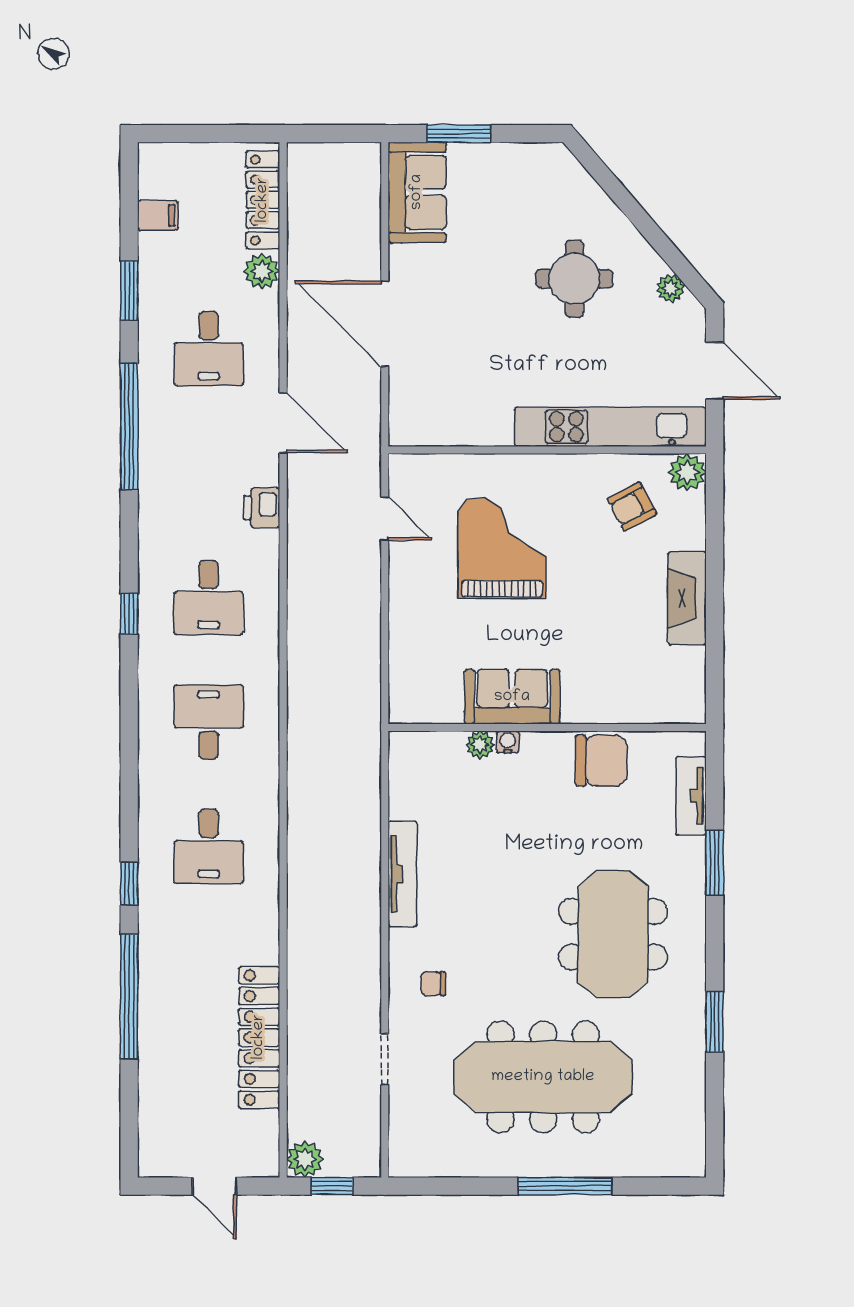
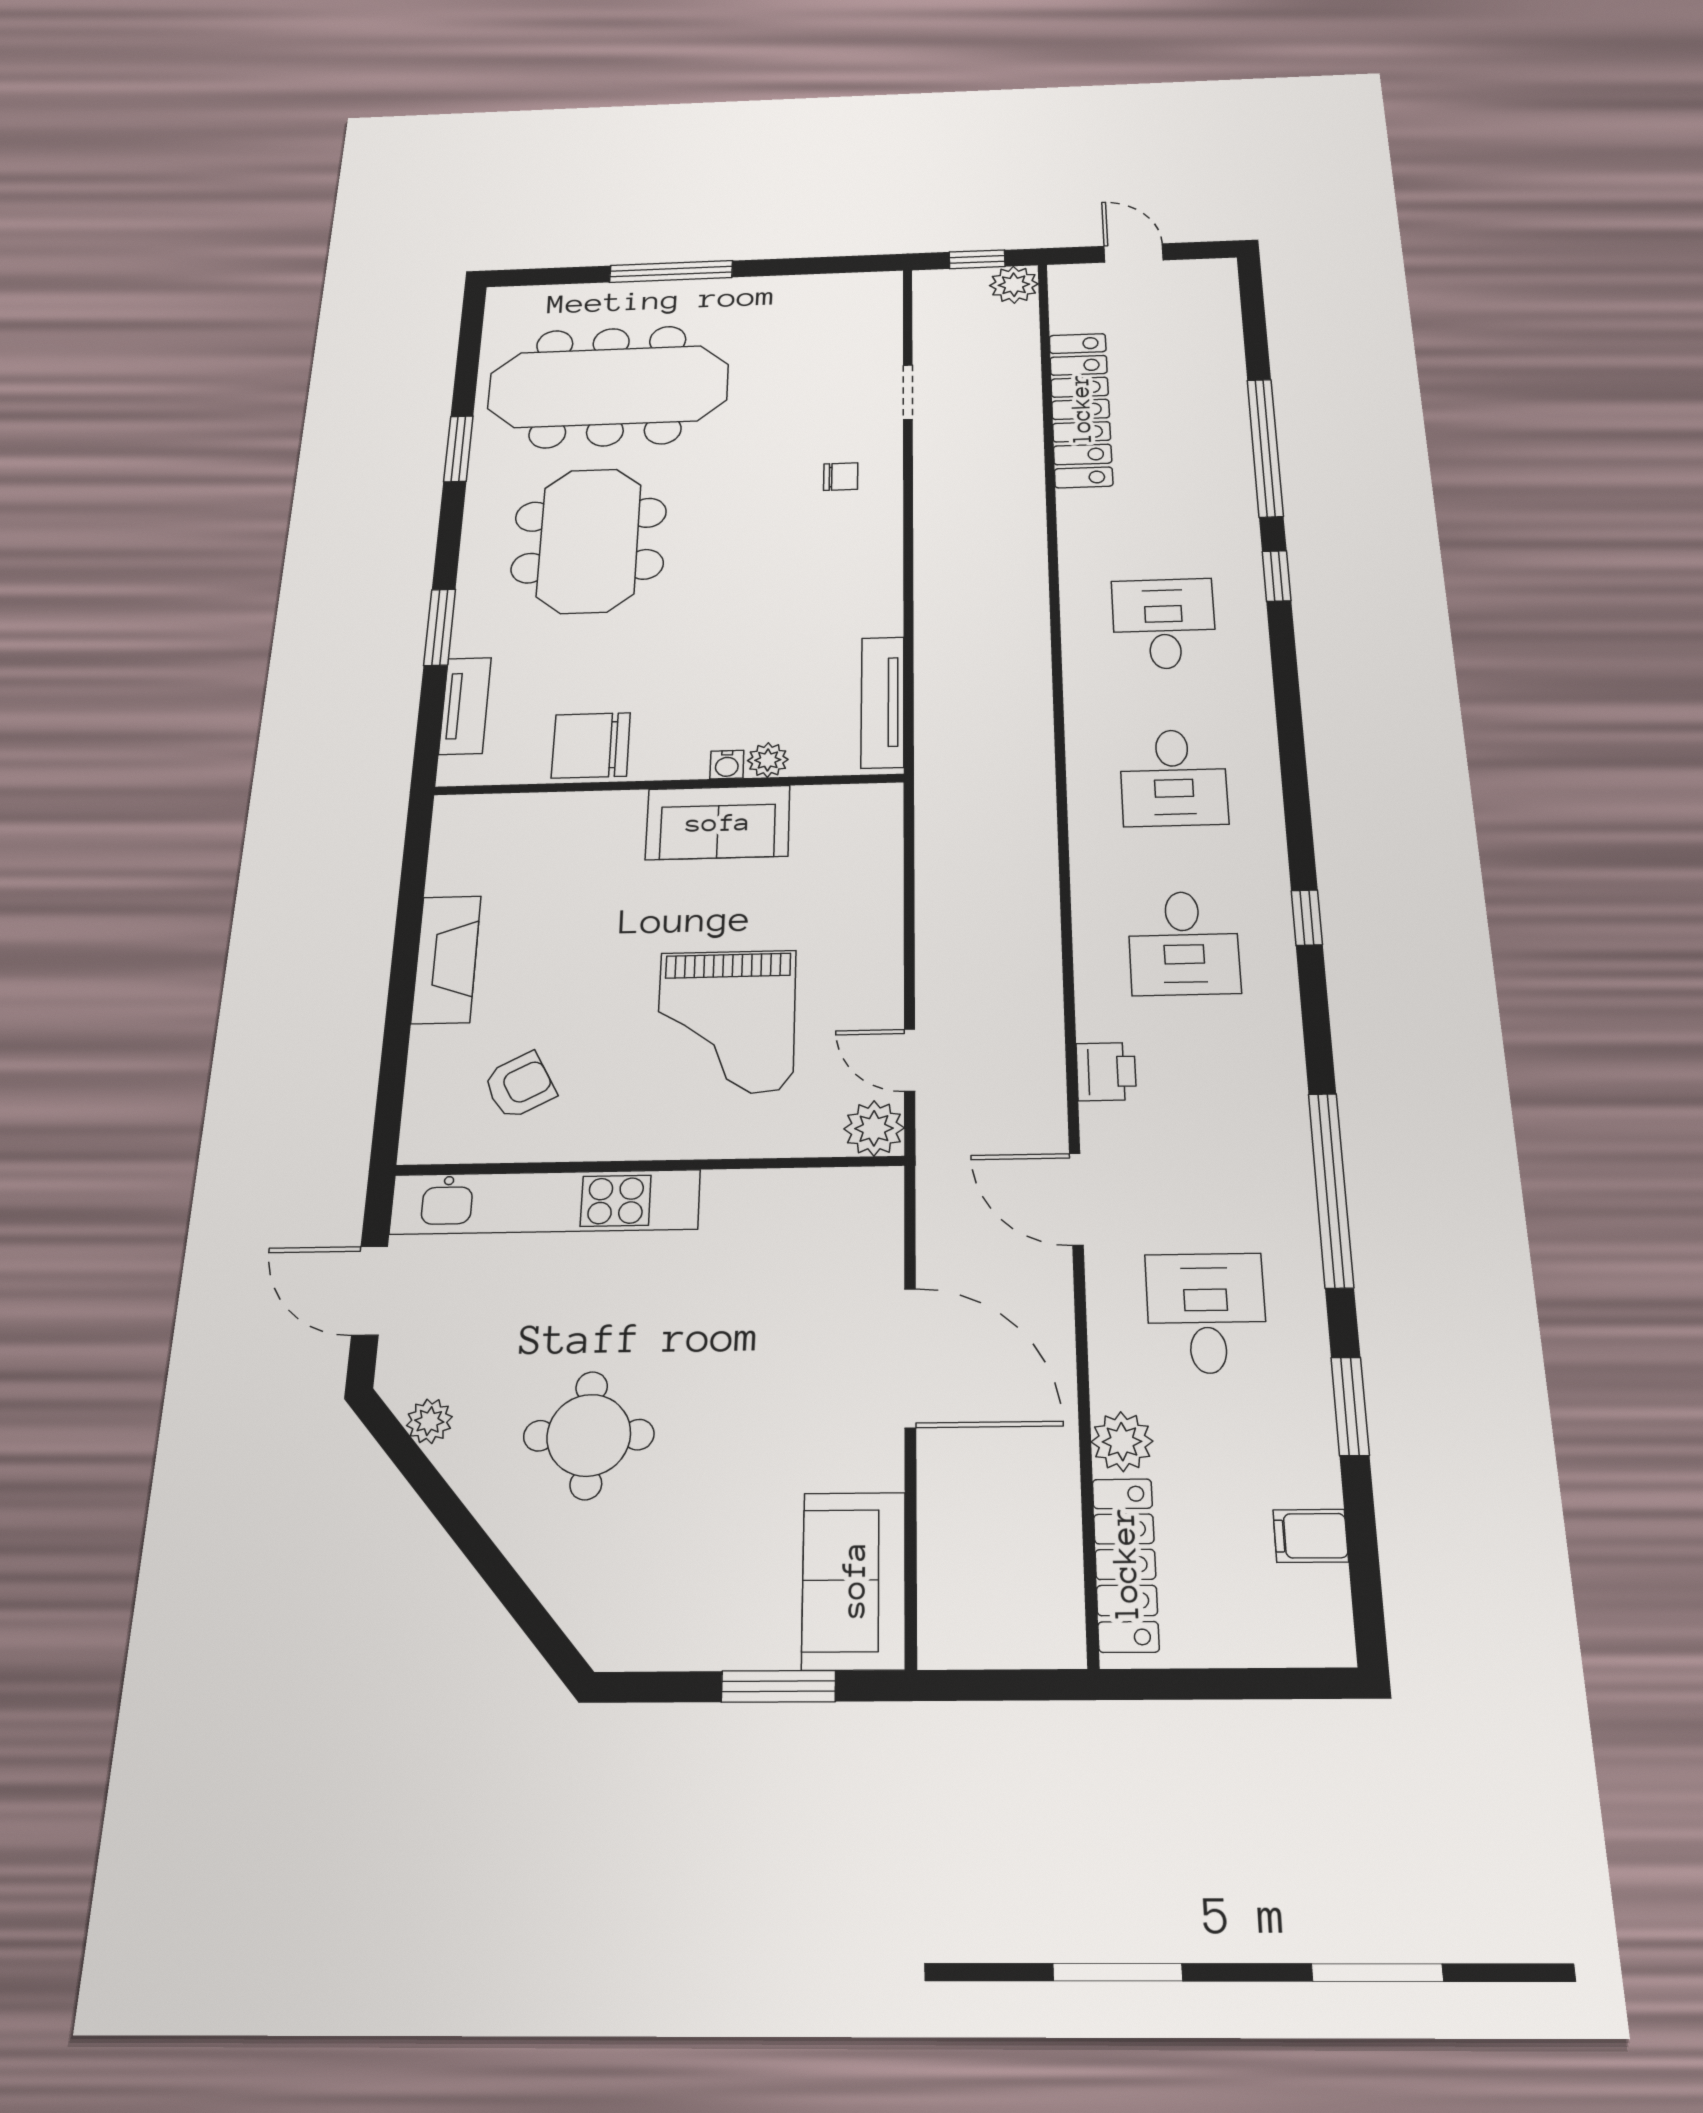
plant: (687, 472) -> (874, 1128), moved
desk: (209, 598) -> (1184, 943), turned 180
tv unit: (402, 874) -> (883, 702), moved
meeting table: (543, 1077) -> (608, 387), moved

